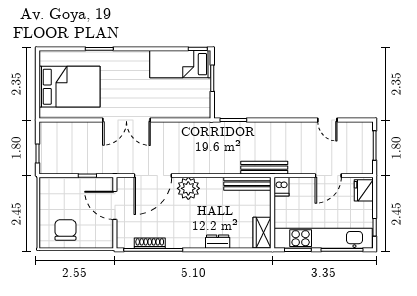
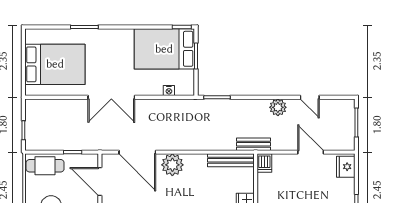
bed: (180, 64) -> (164, 49), width x1.50
nightstand: (185, 113) -> (169, 90), added
plant: (295, 130) -> (278, 107), added
bench: (264, 168) -> (254, 144), width x0.73
door: (153, 176) -> (137, 152), hinge flipped
door: (328, 176) -> (311, 152), swing flipped
cafe table: (59, 189) -> (45, 166), added

